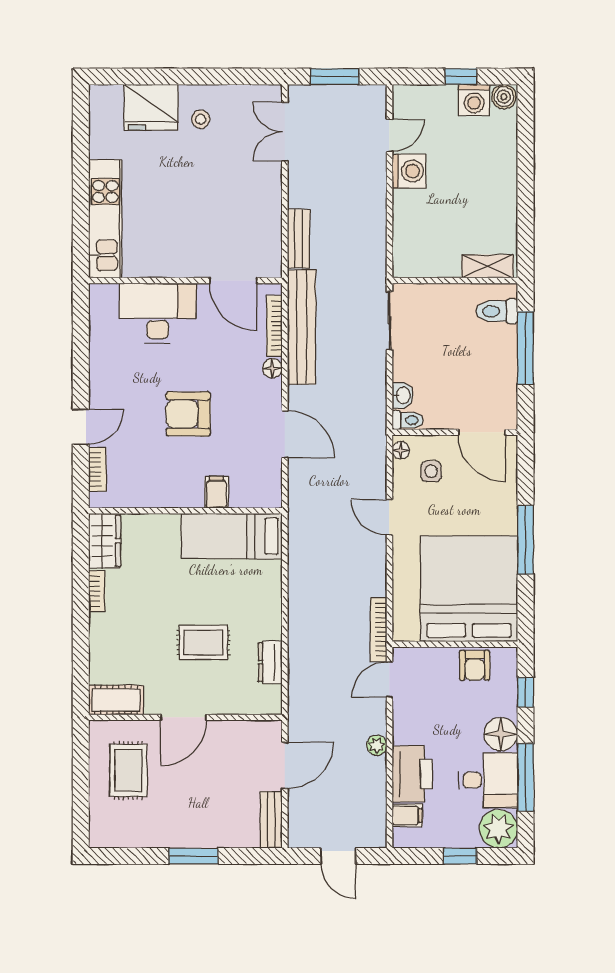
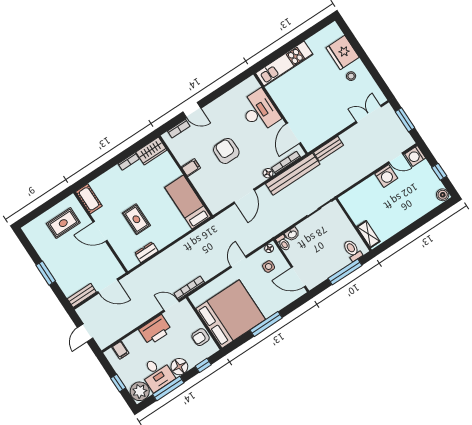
washing machine: (474, 100) -> (415, 156), moved
door: (482, 432) -> (298, 277), hinge flipped
filing cabinet: (216, 492) -> (191, 168), moved
plant: (377, 745) -> (141, 318), removed
printer: (412, 774) -> (155, 330), moved

